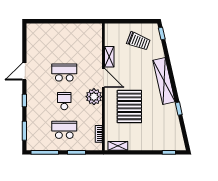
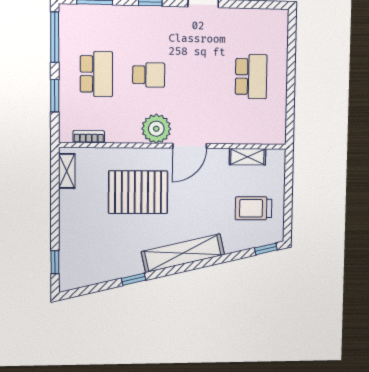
trolley: (138, 41) -> (254, 208), turned 69
shelving: (109, 57) -> (247, 157), moved
school desk: (64, 72) -> (251, 77), moved

